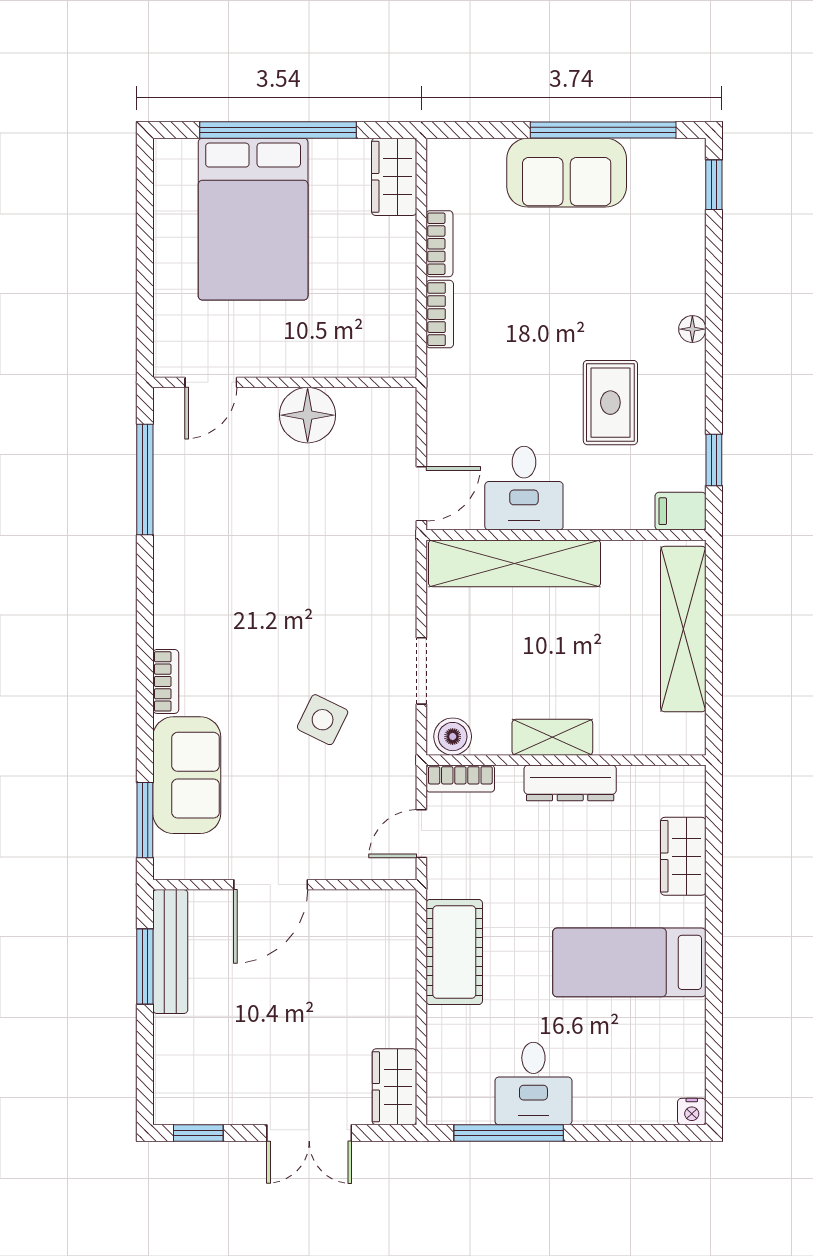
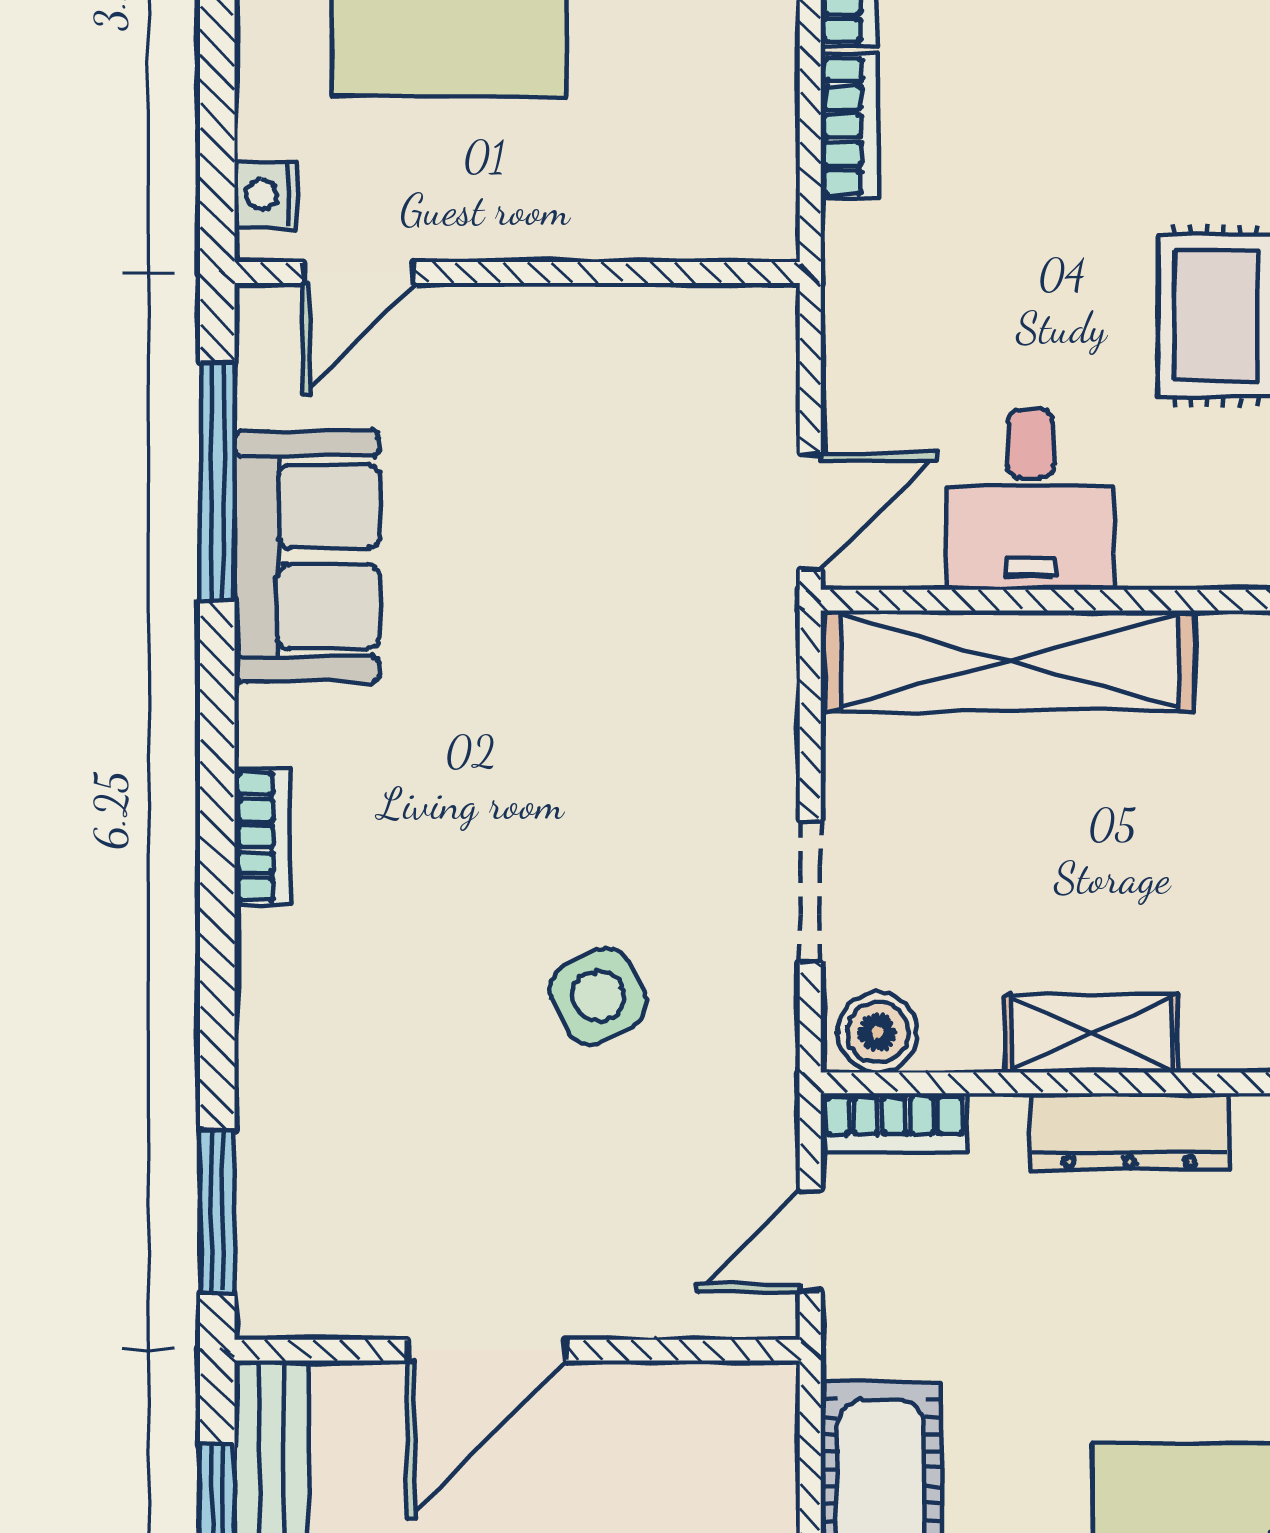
nightstand: (168, 346) -> (266, 194), added
floor lamp: (308, 415) -> (566, 343), removed
bookcase: (166, 681) -> (262, 836), moved
side table: (323, 720) -> (598, 996), turned 38
sofa: (187, 775) -> (307, 556), moved

